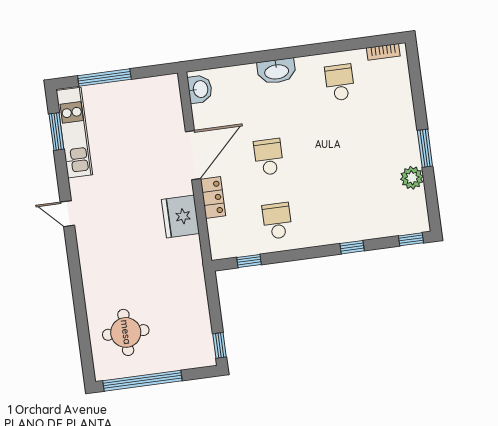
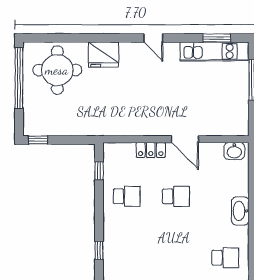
door: (193, 155) -> (185, 139), width x0.73
door: (67, 214) -> (153, 38), swing flipped
fridge: (180, 217) -> (103, 55), moved, turned 180
round table: (126, 332) -> (57, 70), width x1.36, depth x1.36

